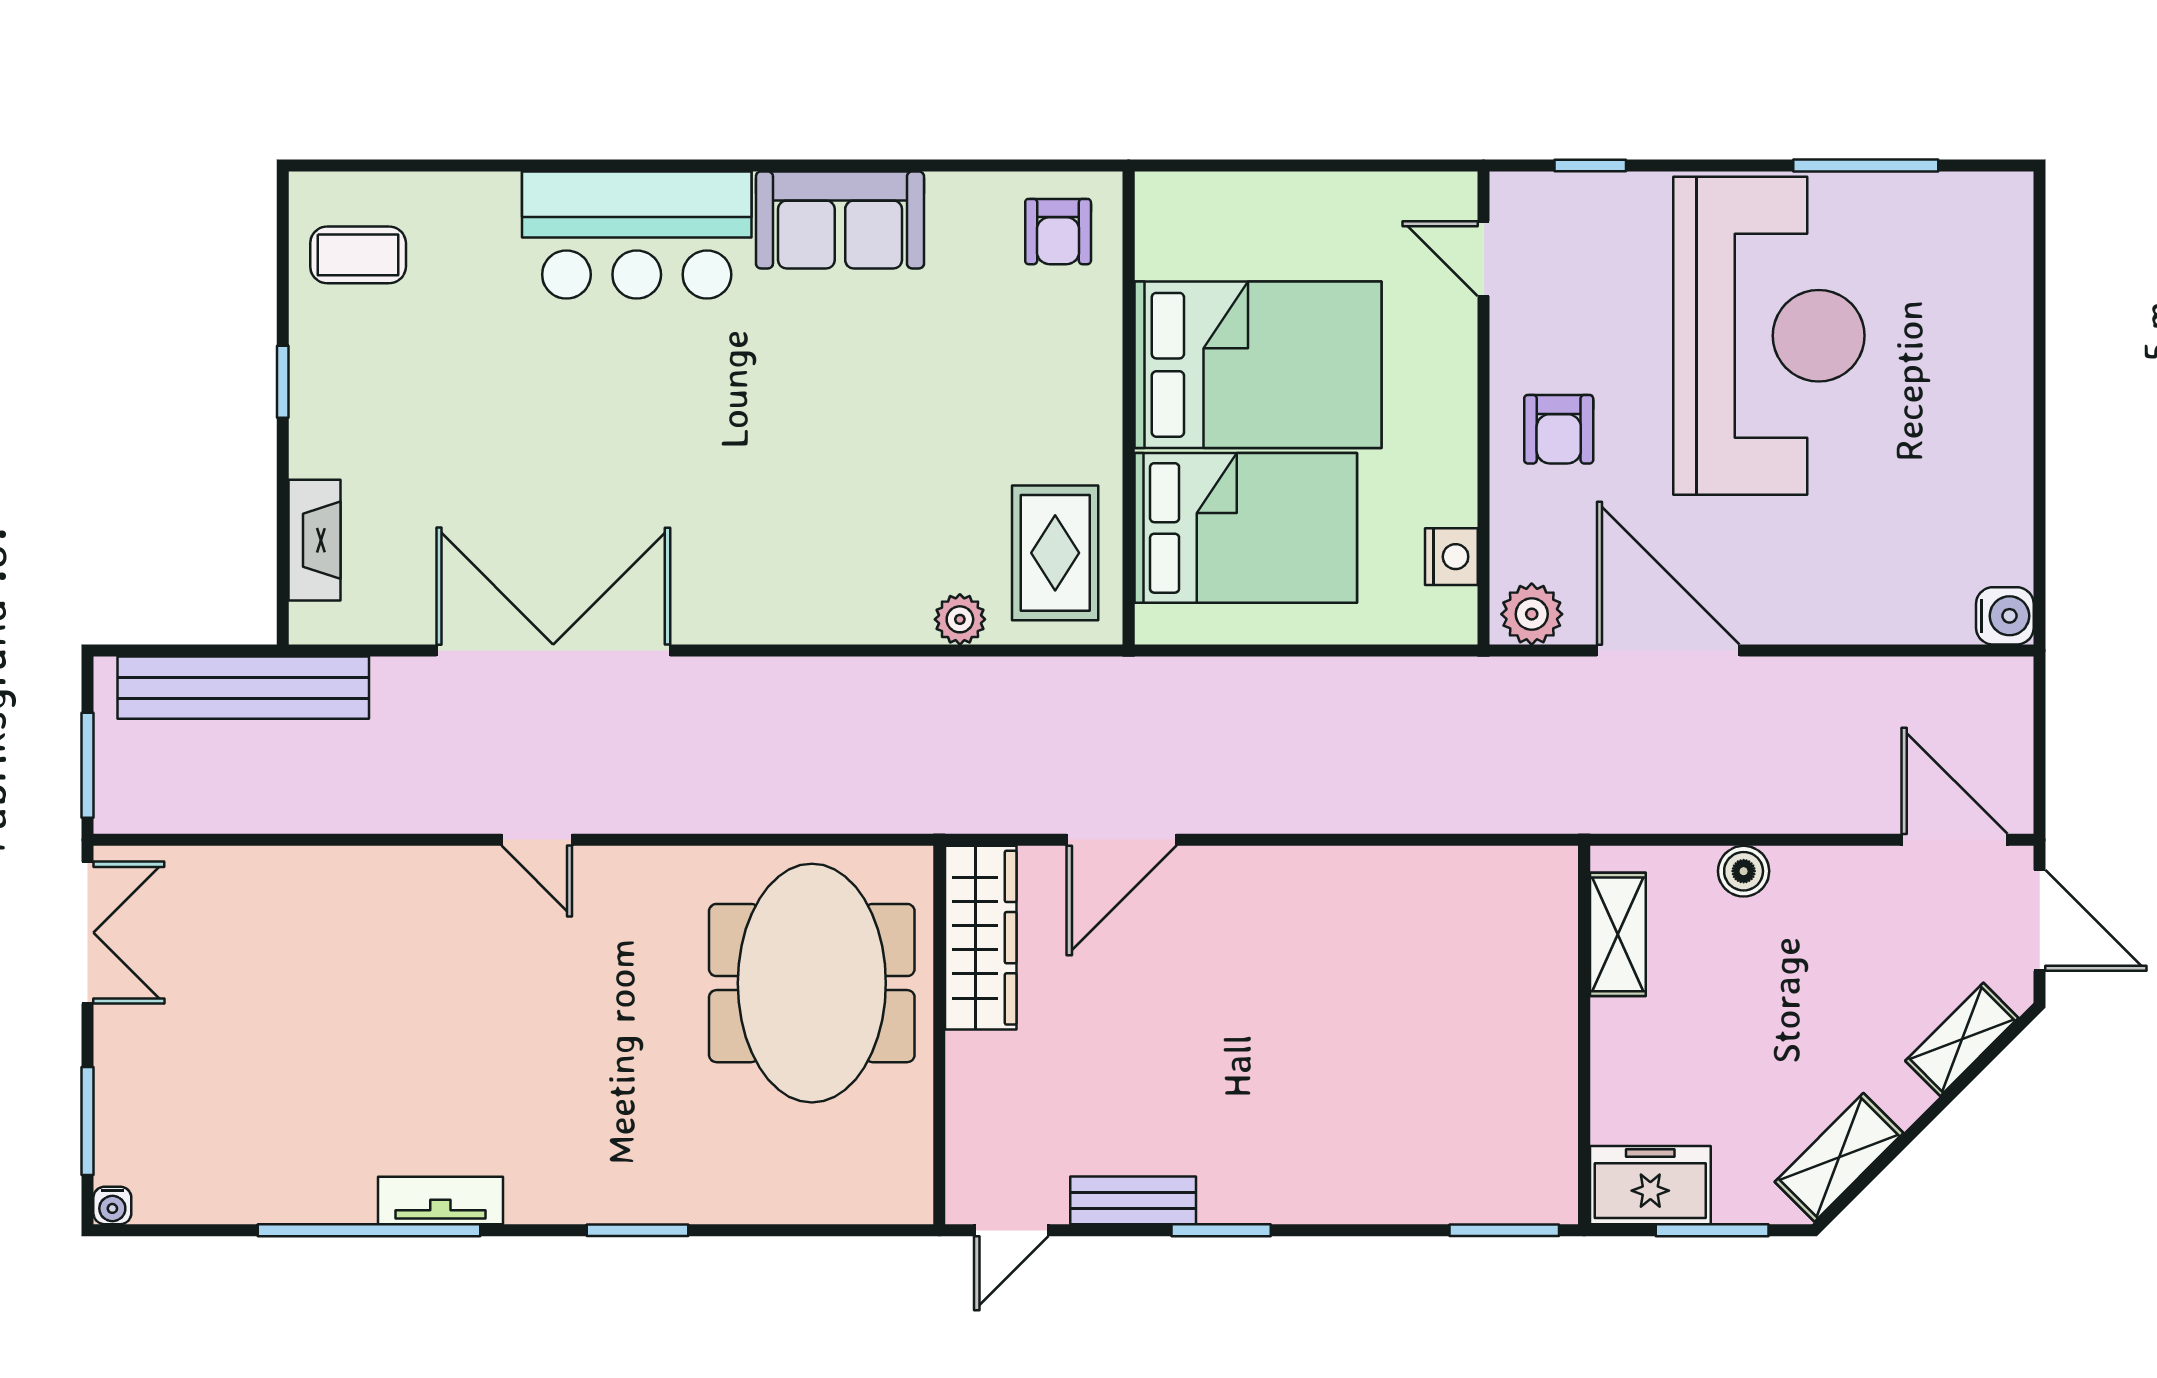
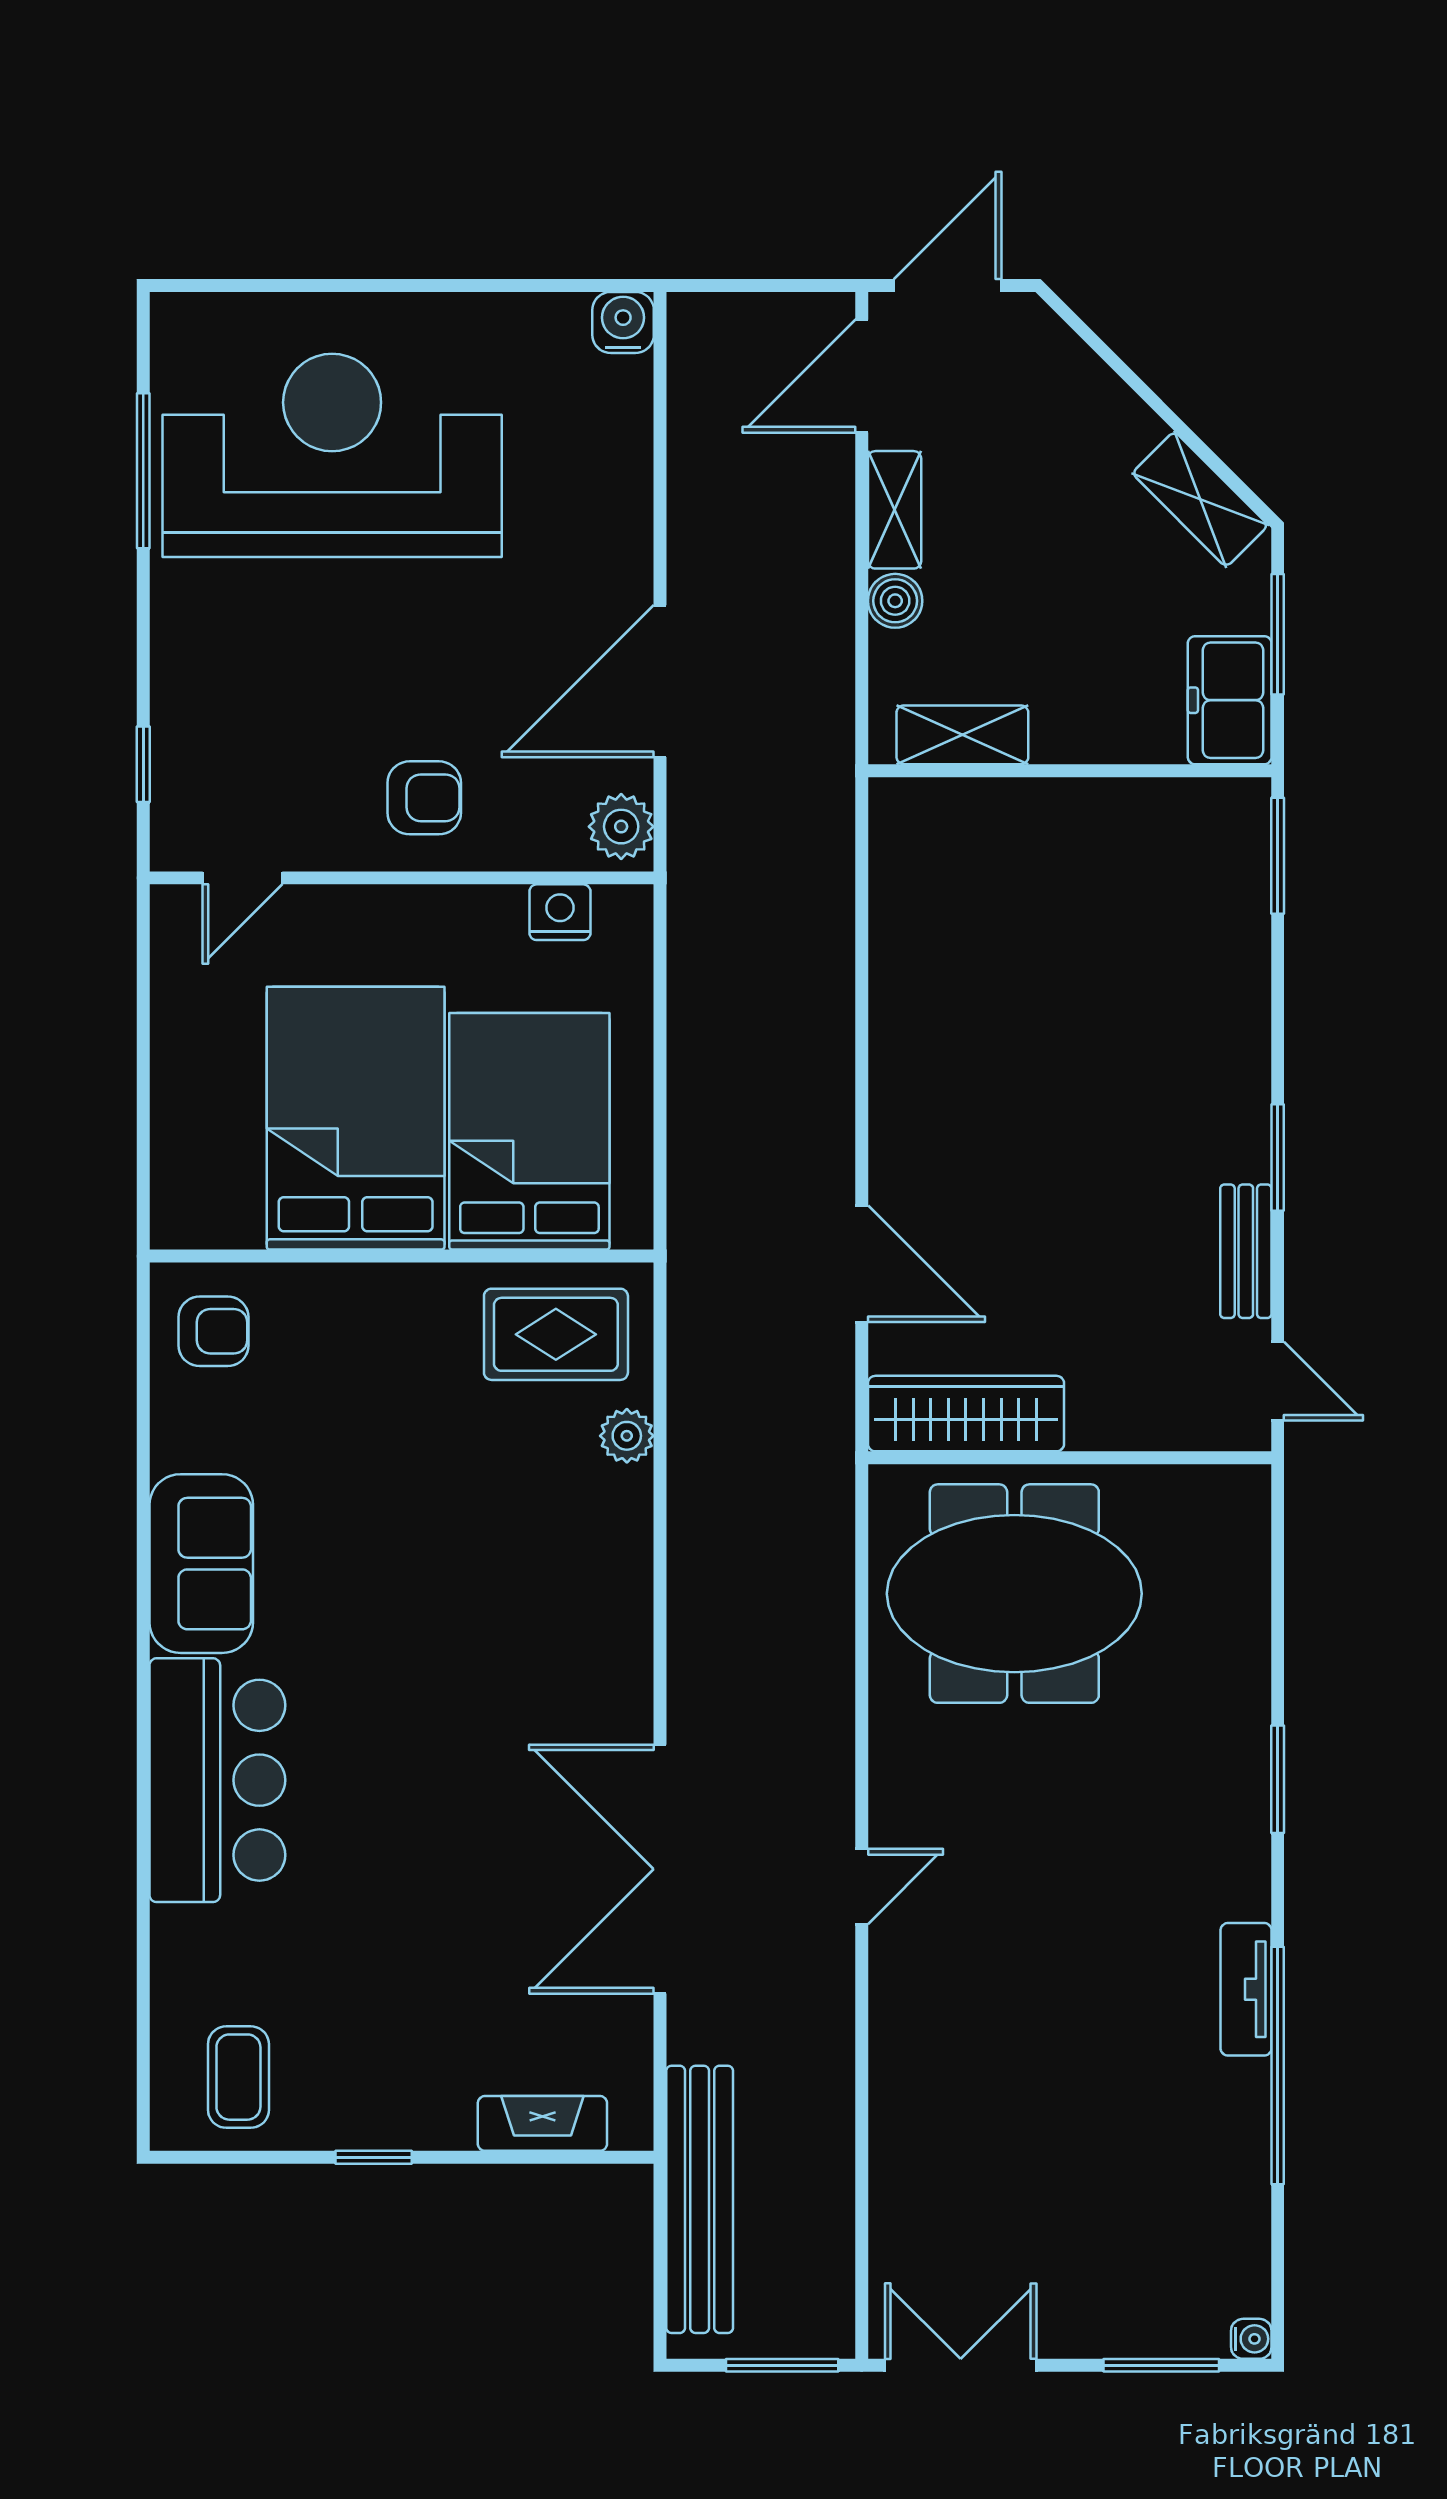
reception desk: (1769, 336) -> (332, 455), moved
shelving: (1962, 1039) -> (895, 510), moved, turned 45

